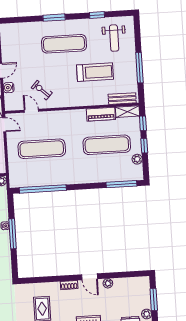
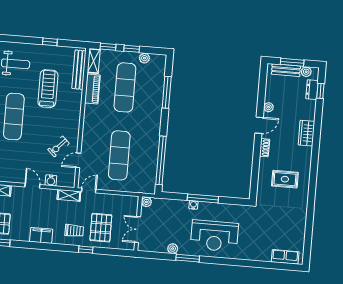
window: (139, 68) -> (50, 42), width x0.46
bench: (122, 99) -> (79, 70), width x1.36
window: (121, 184) -> (167, 92), moved
bench: (145, 295) -> (286, 70), added

